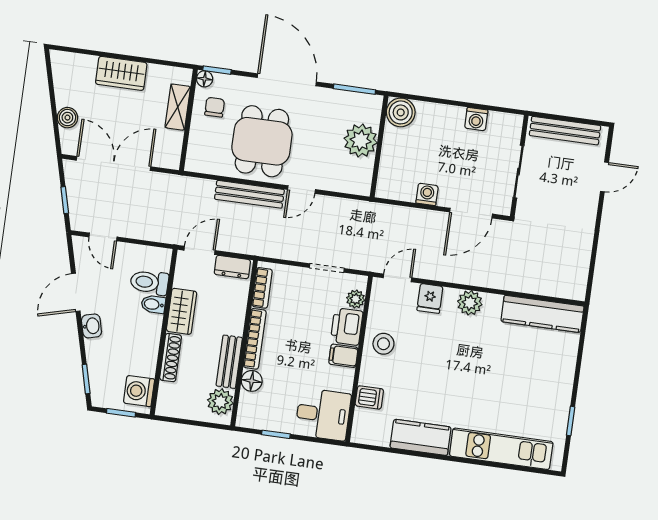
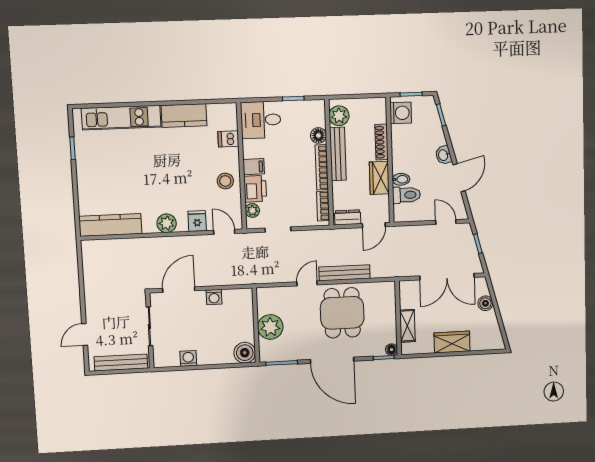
chair: (215, 107) -> (381, 331), removed
door: (397, 278) -> (224, 232), swing flipped
bench: (229, 362) -> (338, 154), width x1.36

